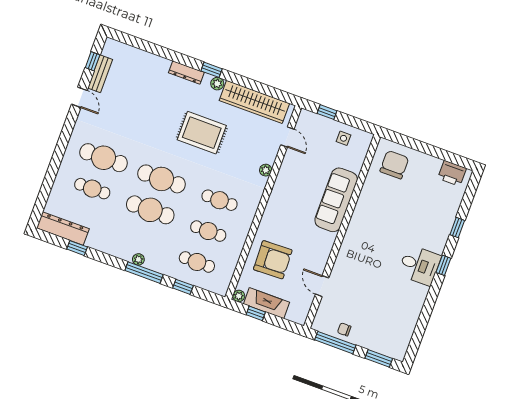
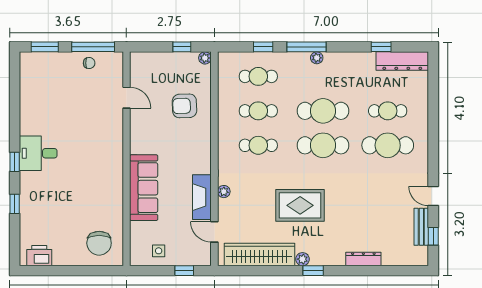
dresser: (186, 73) -> (363, 259), moved
armchair: (273, 260) -> (184, 106), width x0.73, depth x0.73
fireplace: (267, 303) -> (202, 197), moved, turned 90

